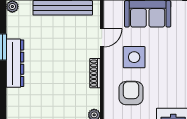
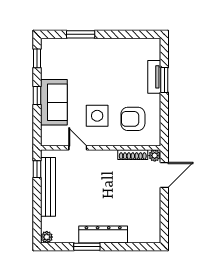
shoe rack: (95, 73) -> (133, 155), moved

